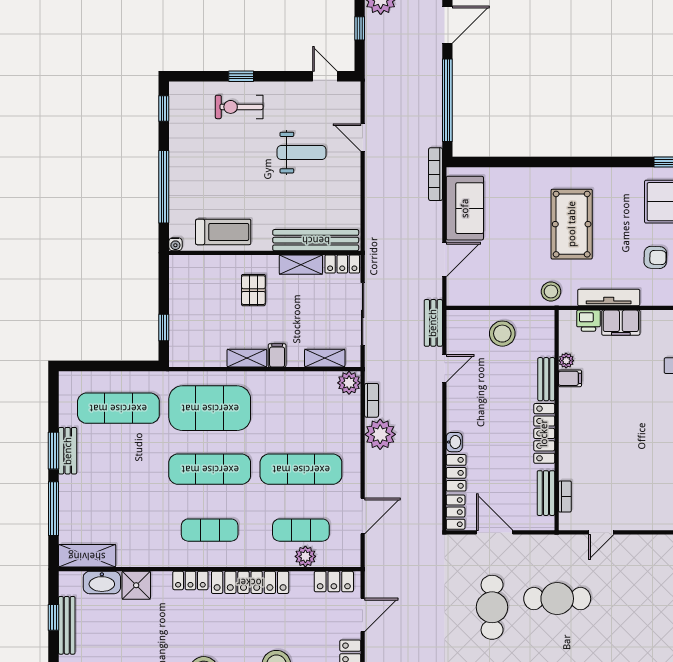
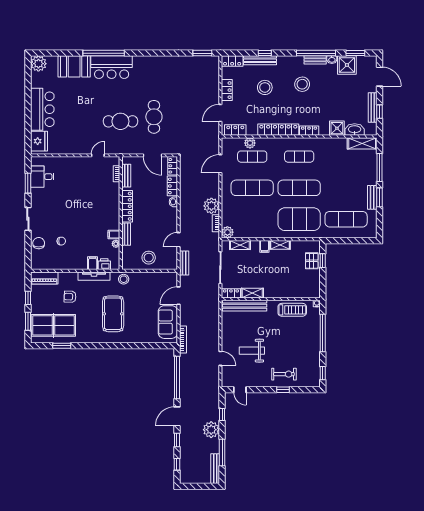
treadmill: (223, 232) -> (292, 310), turned 180
pallet: (253, 290) -> (312, 261), moved
filing cabinet: (621, 323) -> (93, 263), width x0.50

